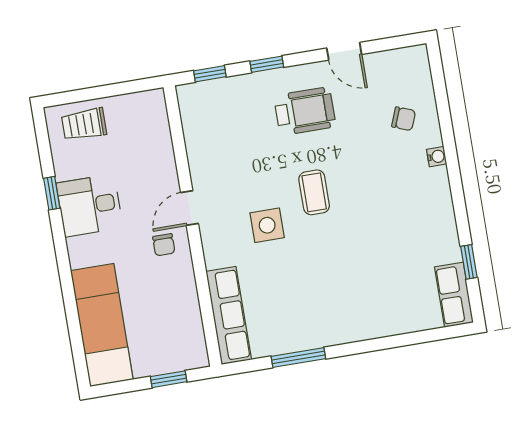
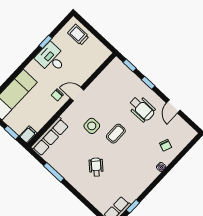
wheelchair: (347, 274) -> (96, 167), added
filing cabinet: (195, 352) -> (28, 135), added

